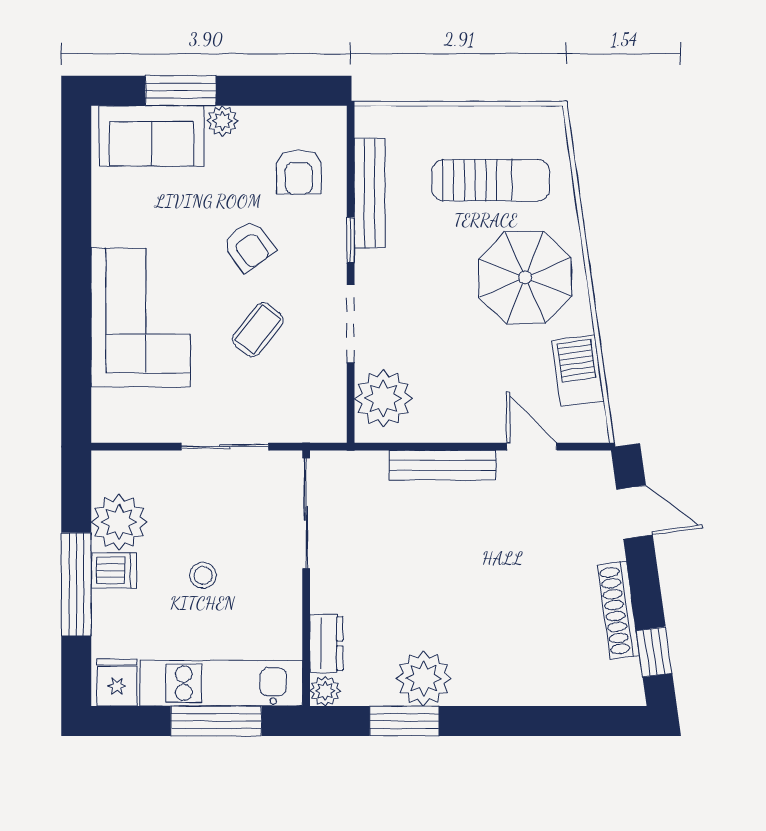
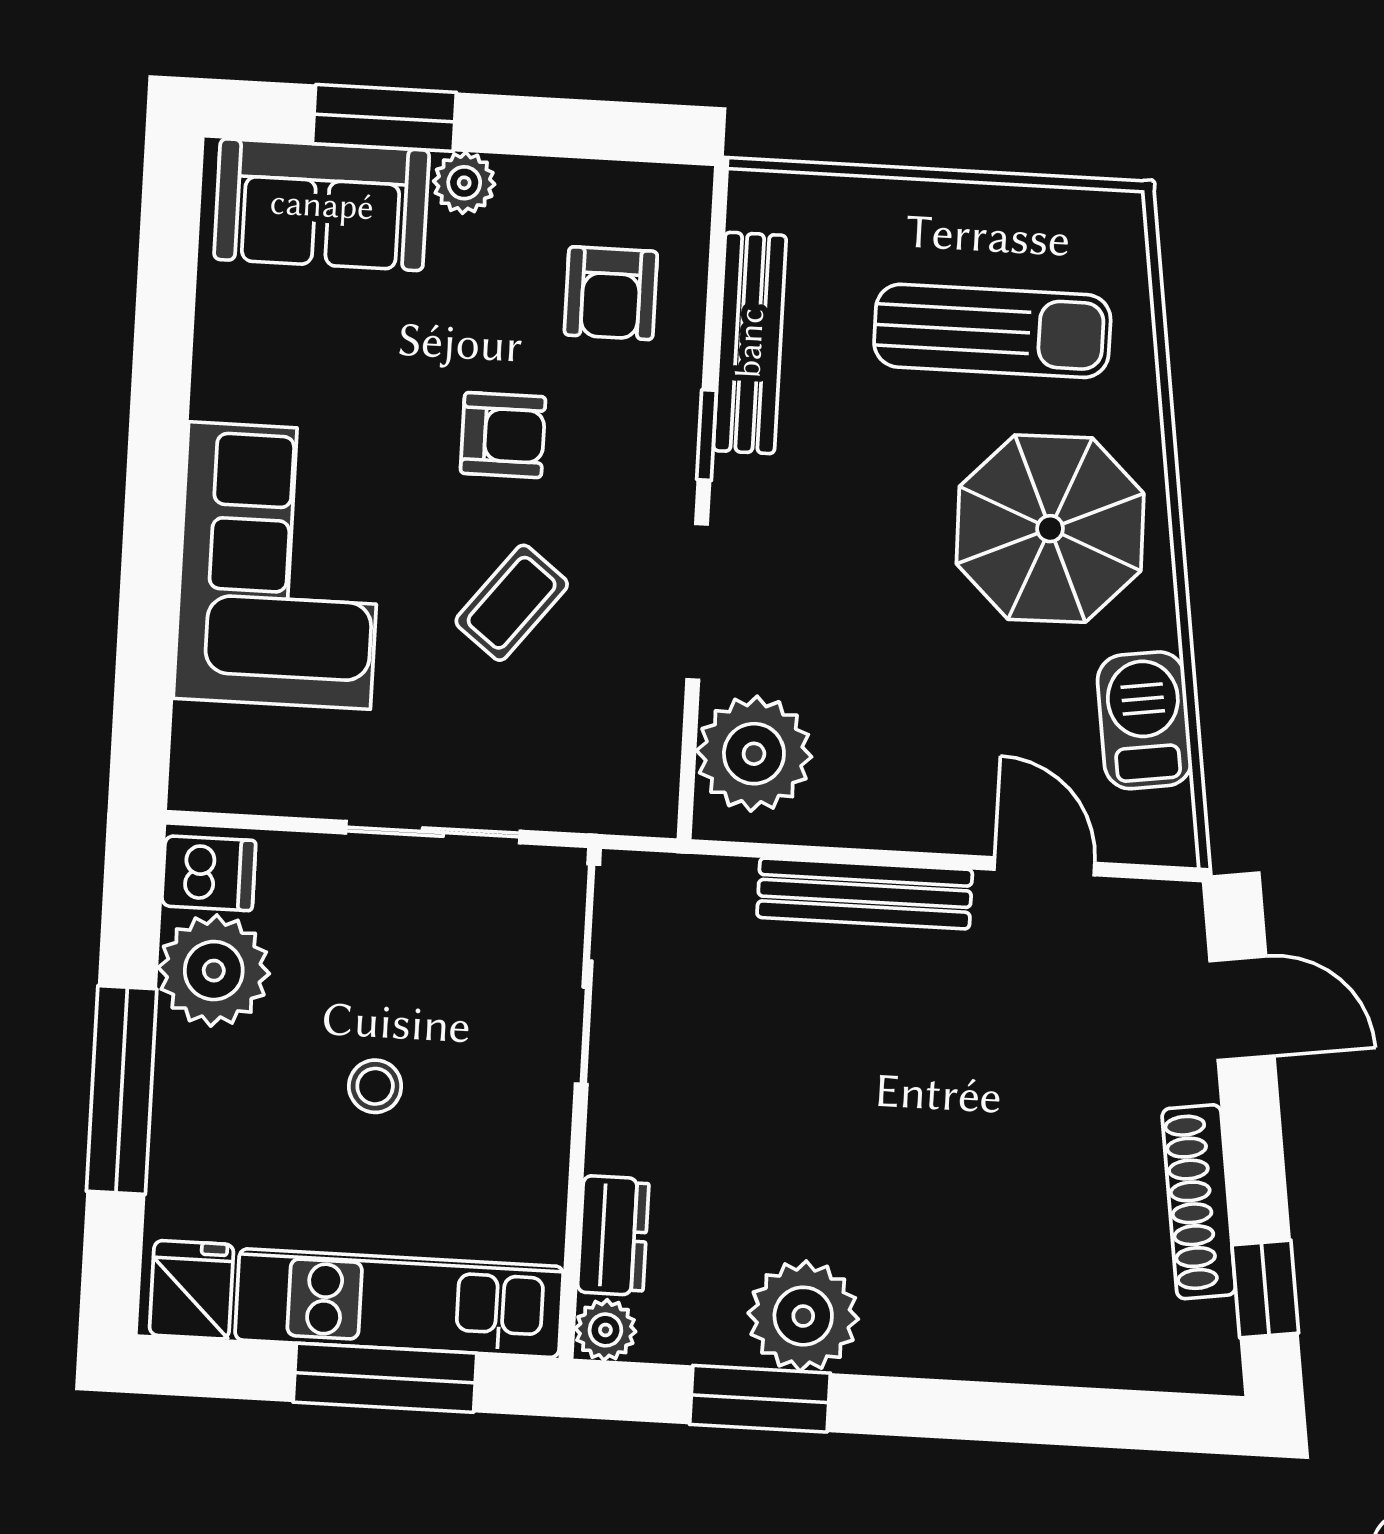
armchair: (249, 246) -> (503, 435), turned -54
dishwasher: (114, 571) -> (209, 873), moved

